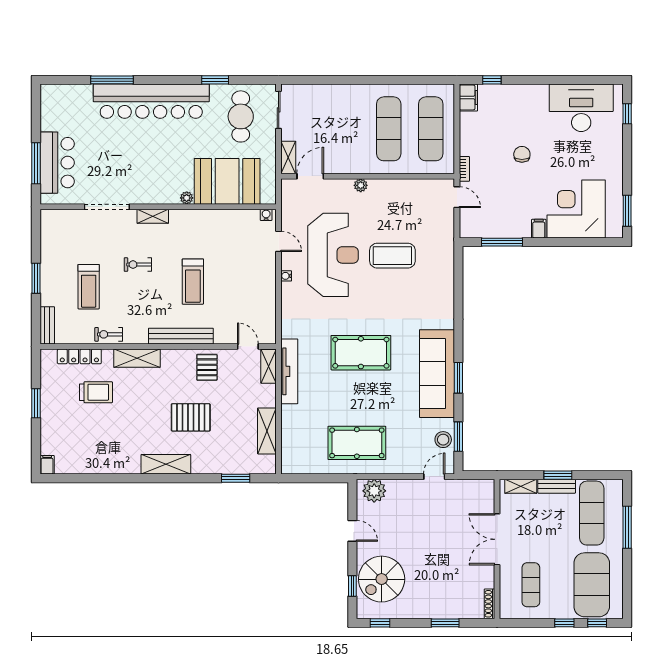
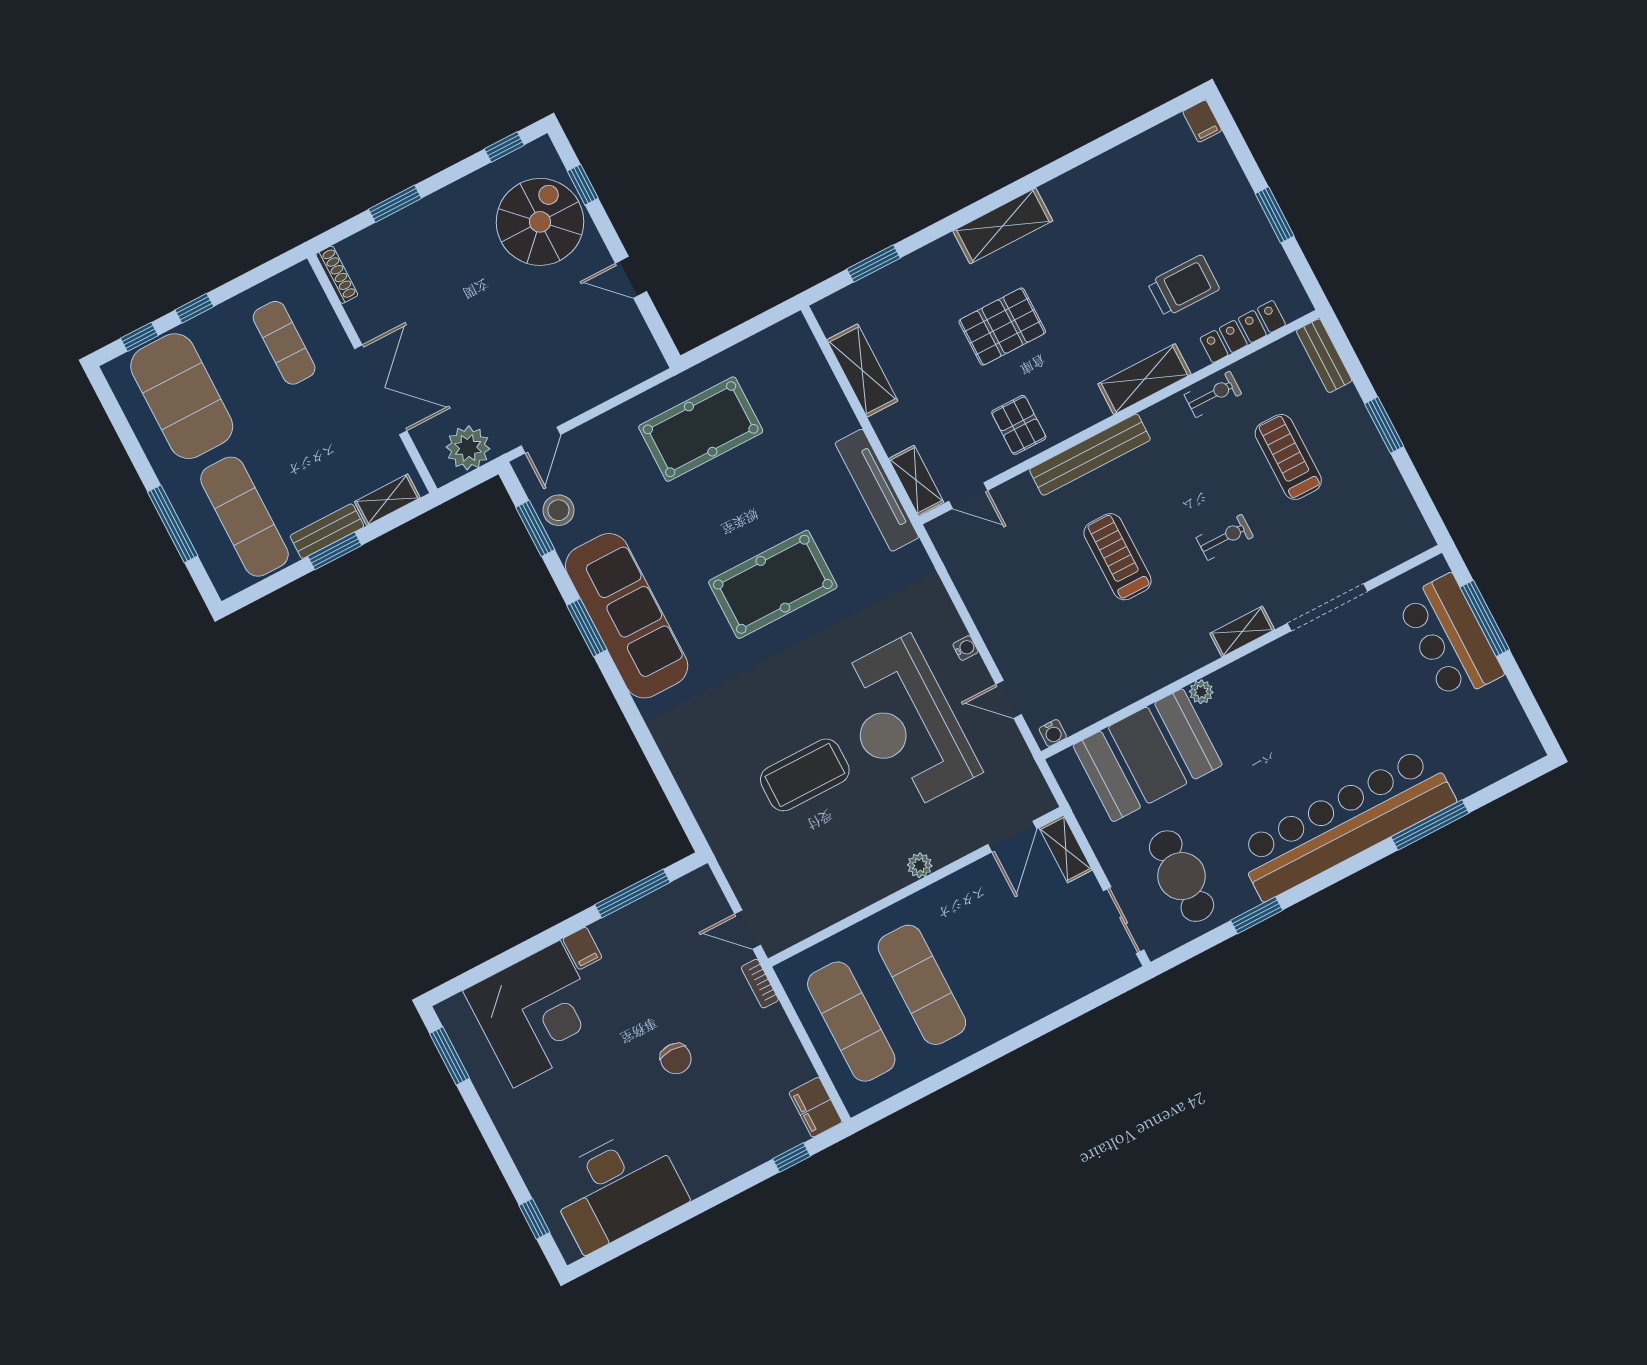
trolley: (96, 392) -> (1184, 286), turned 180
plant: (374, 491) -> (468, 448), moved

